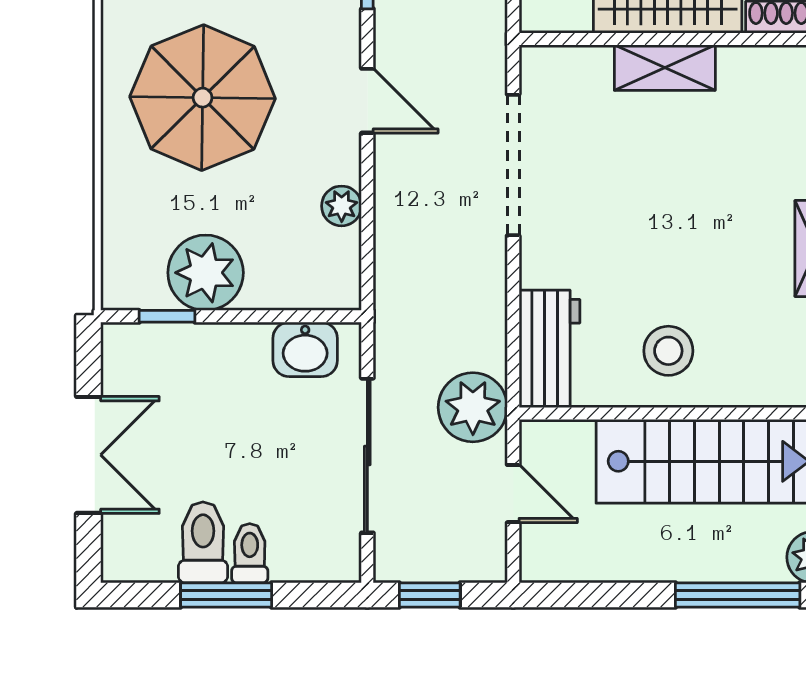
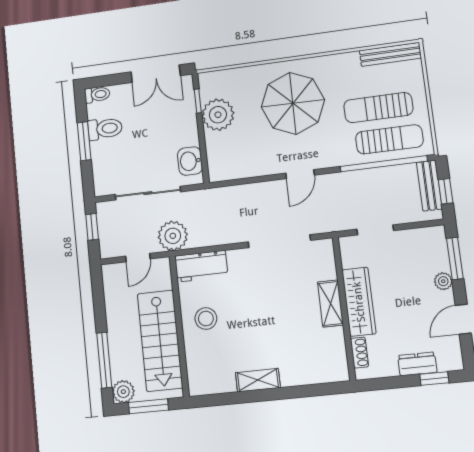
plant: (342, 206) -> (253, 169), removed
double door: (89, 455) -> (156, 74), moved
toilet: (250, 553) -> (97, 95), moved

